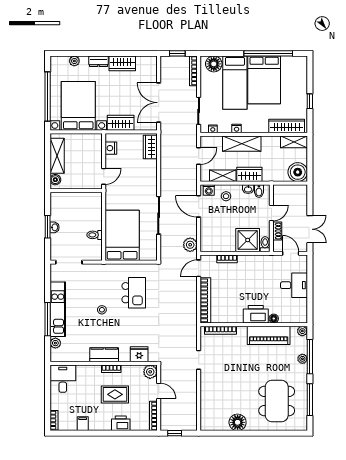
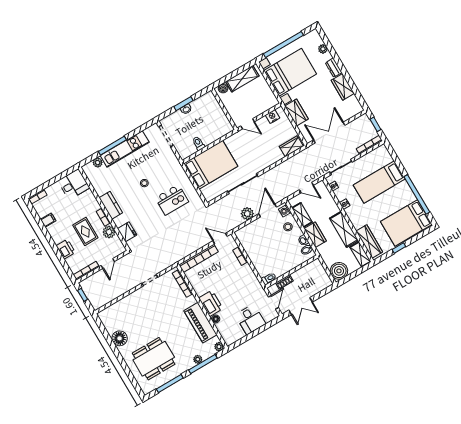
floor lamp: (214, 64) -> (384, 157), removed
bed: (264, 80) -> (406, 223), moved
shelving: (242, 144) -> (344, 229), moved
door: (271, 213) -> (296, 269), removed
shower: (248, 240) -> (264, 263), removed
plant: (190, 245) -> (247, 214), moved
plant: (150, 372) -> (109, 232), moved

